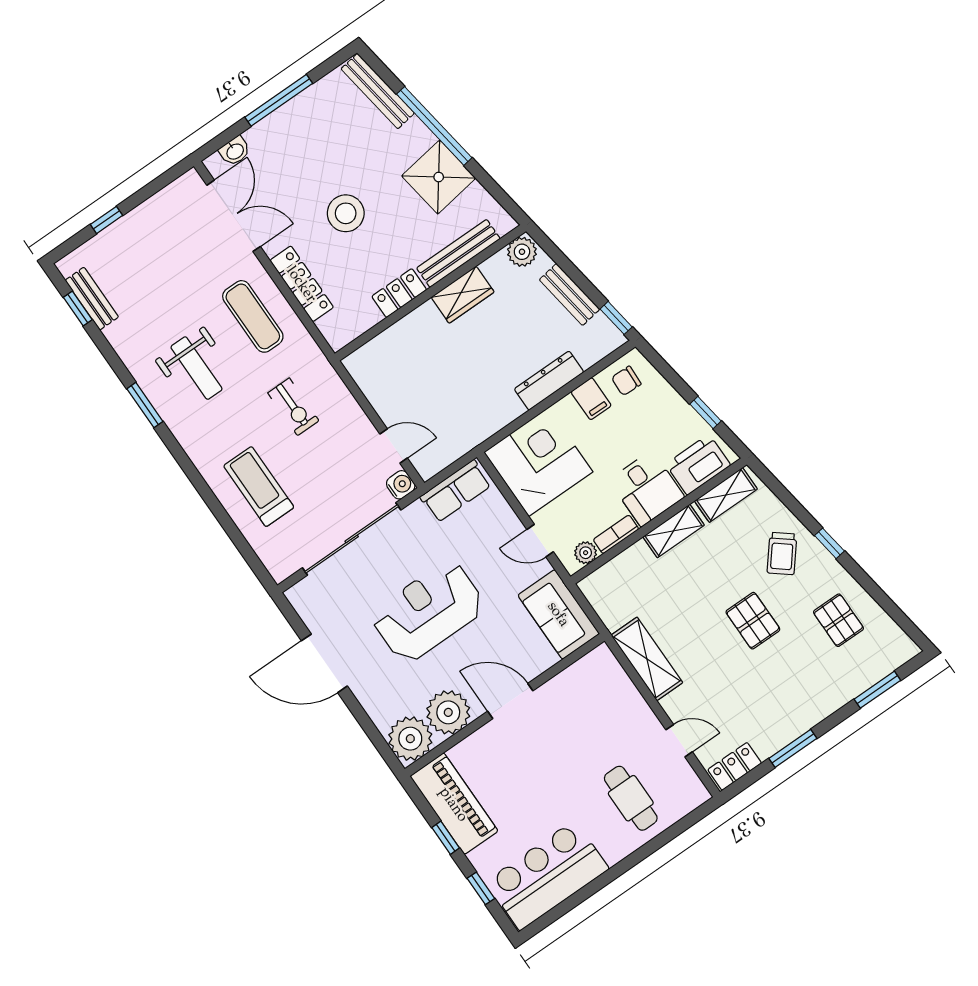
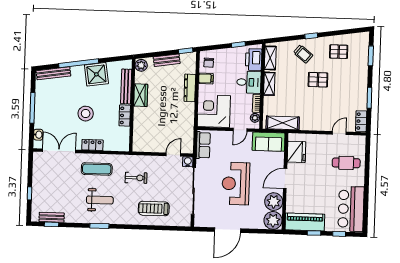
locker: (302, 284) -> (92, 145), width x0.66
shelving: (647, 659) -> (283, 123), moved
fridge: (580, 684) -> (297, 152), added

